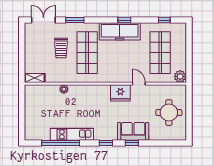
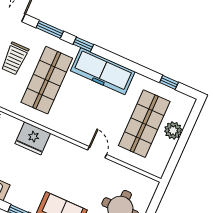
window: (124, 20) -> (83, 44), moved
plant: (180, 76) -> (173, 130), moved
fridge: (120, 93) -> (33, 138), moved

